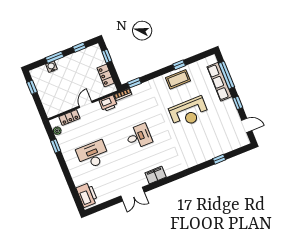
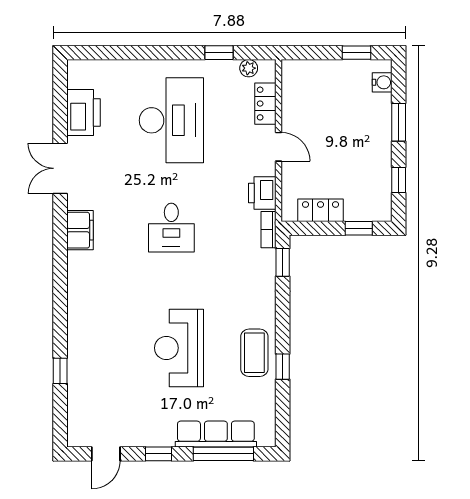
water cooler: (51, 67) -> (382, 82), moved
desk: (93, 155) -> (171, 120), width x1.36, depth x1.30
printer: (87, 195) -> (83, 113), moved, turned -90

